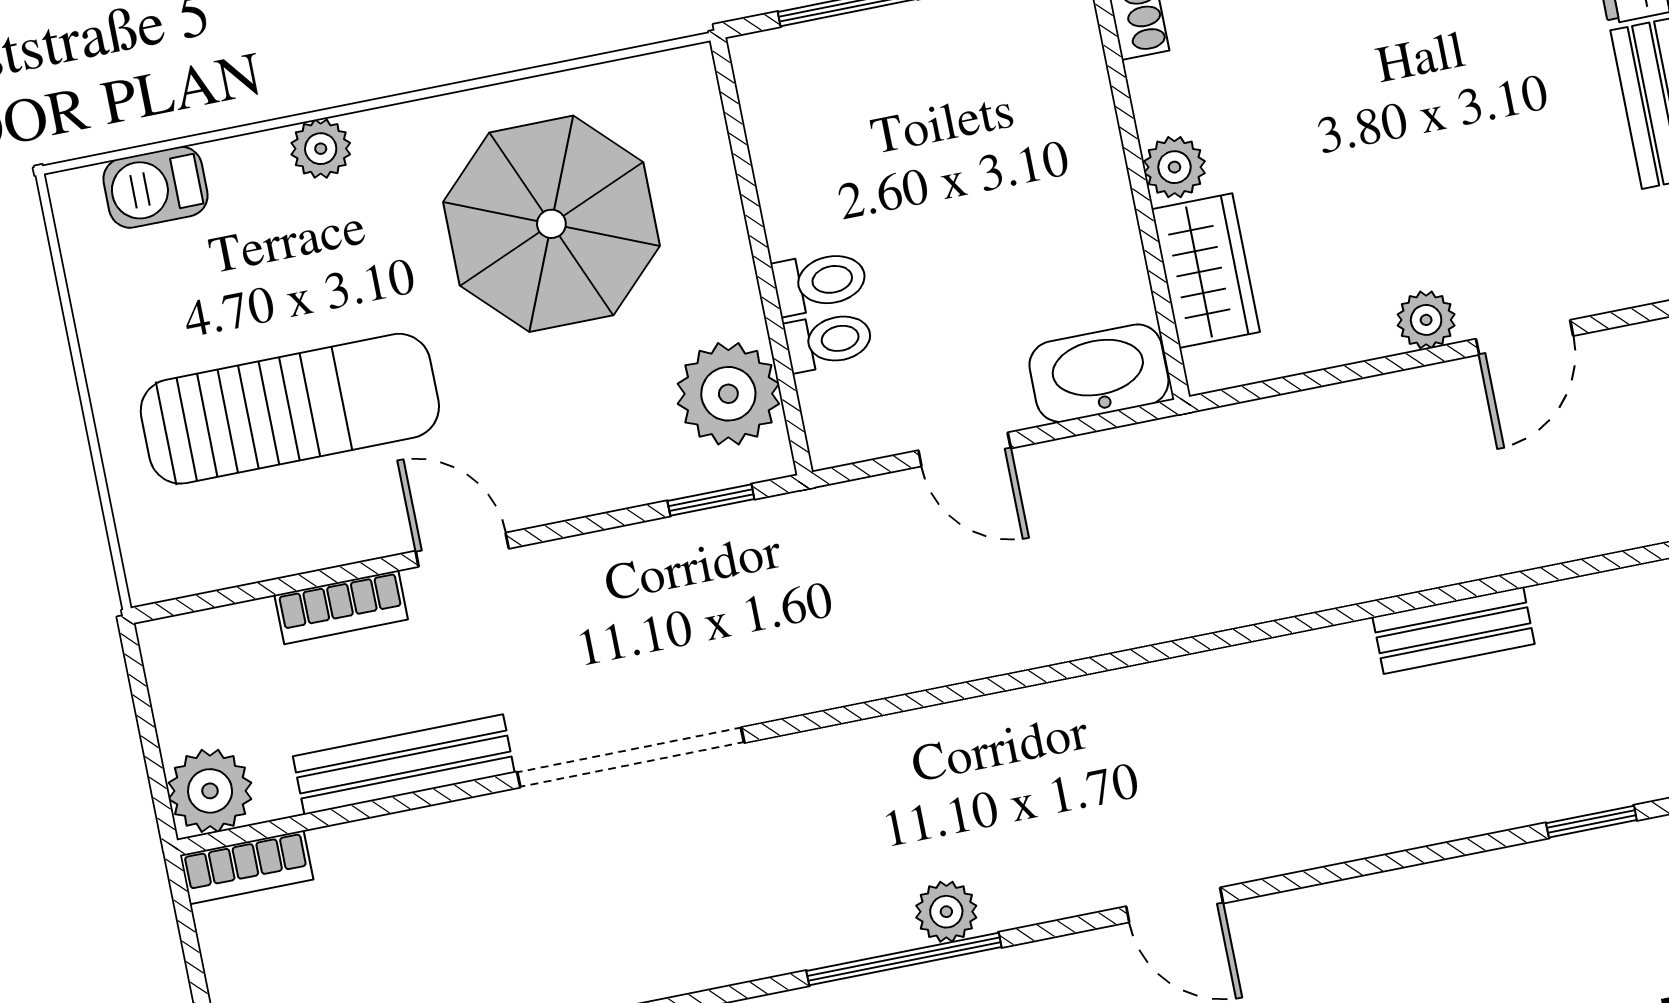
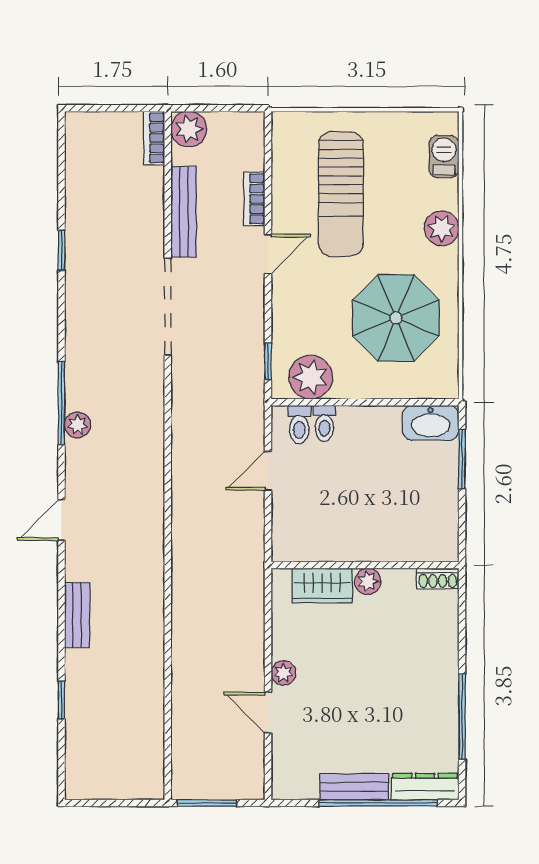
plant: (321, 149) -> (442, 228), width x1.38, depth x1.38
toilet: (820, 282) -> (299, 425), moved
washbasin: (1099, 373) -> (431, 423), moved, turned 90
bench: (1453, 630) -> (77, 615), moved

